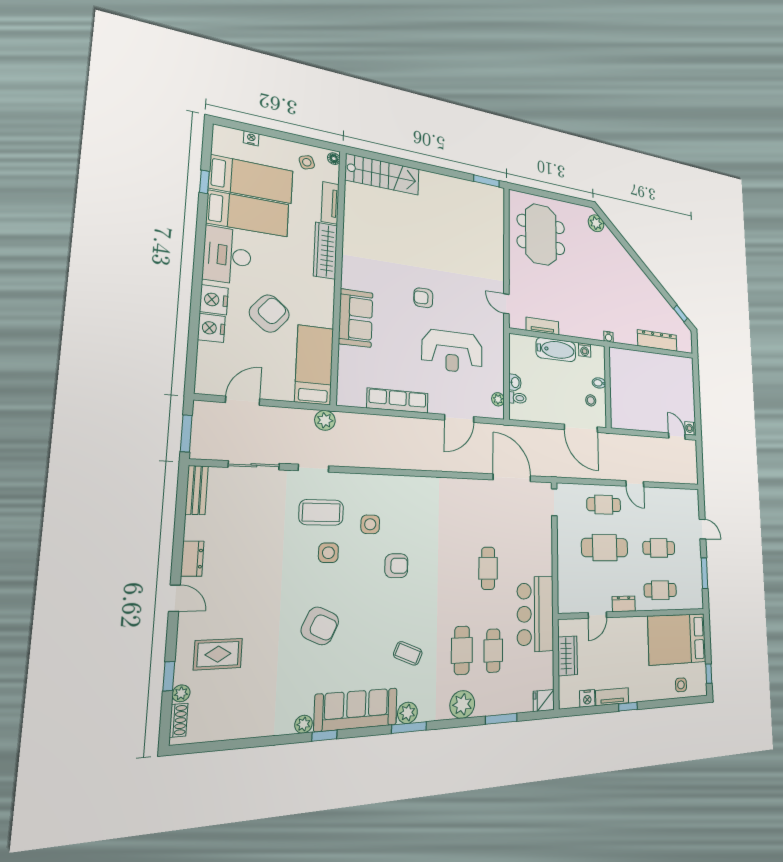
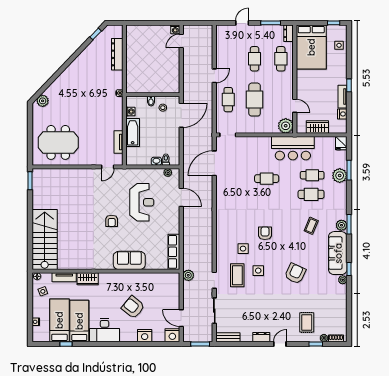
stairs: (382, 174) -> (45, 239), width x1.36, depth x1.51
wardrobe: (325, 251) -> (88, 279), width x0.67
nightstand: (214, 300) -> (172, 335), moved
bed: (314, 365) -> (158, 282), removed
row of seats: (398, 401) -> (174, 252), moved
plant: (569, 600) -> (286, 126), added
dresser: (624, 604) -> (289, 33), moved
plant: (462, 704) -> (340, 176), moved

